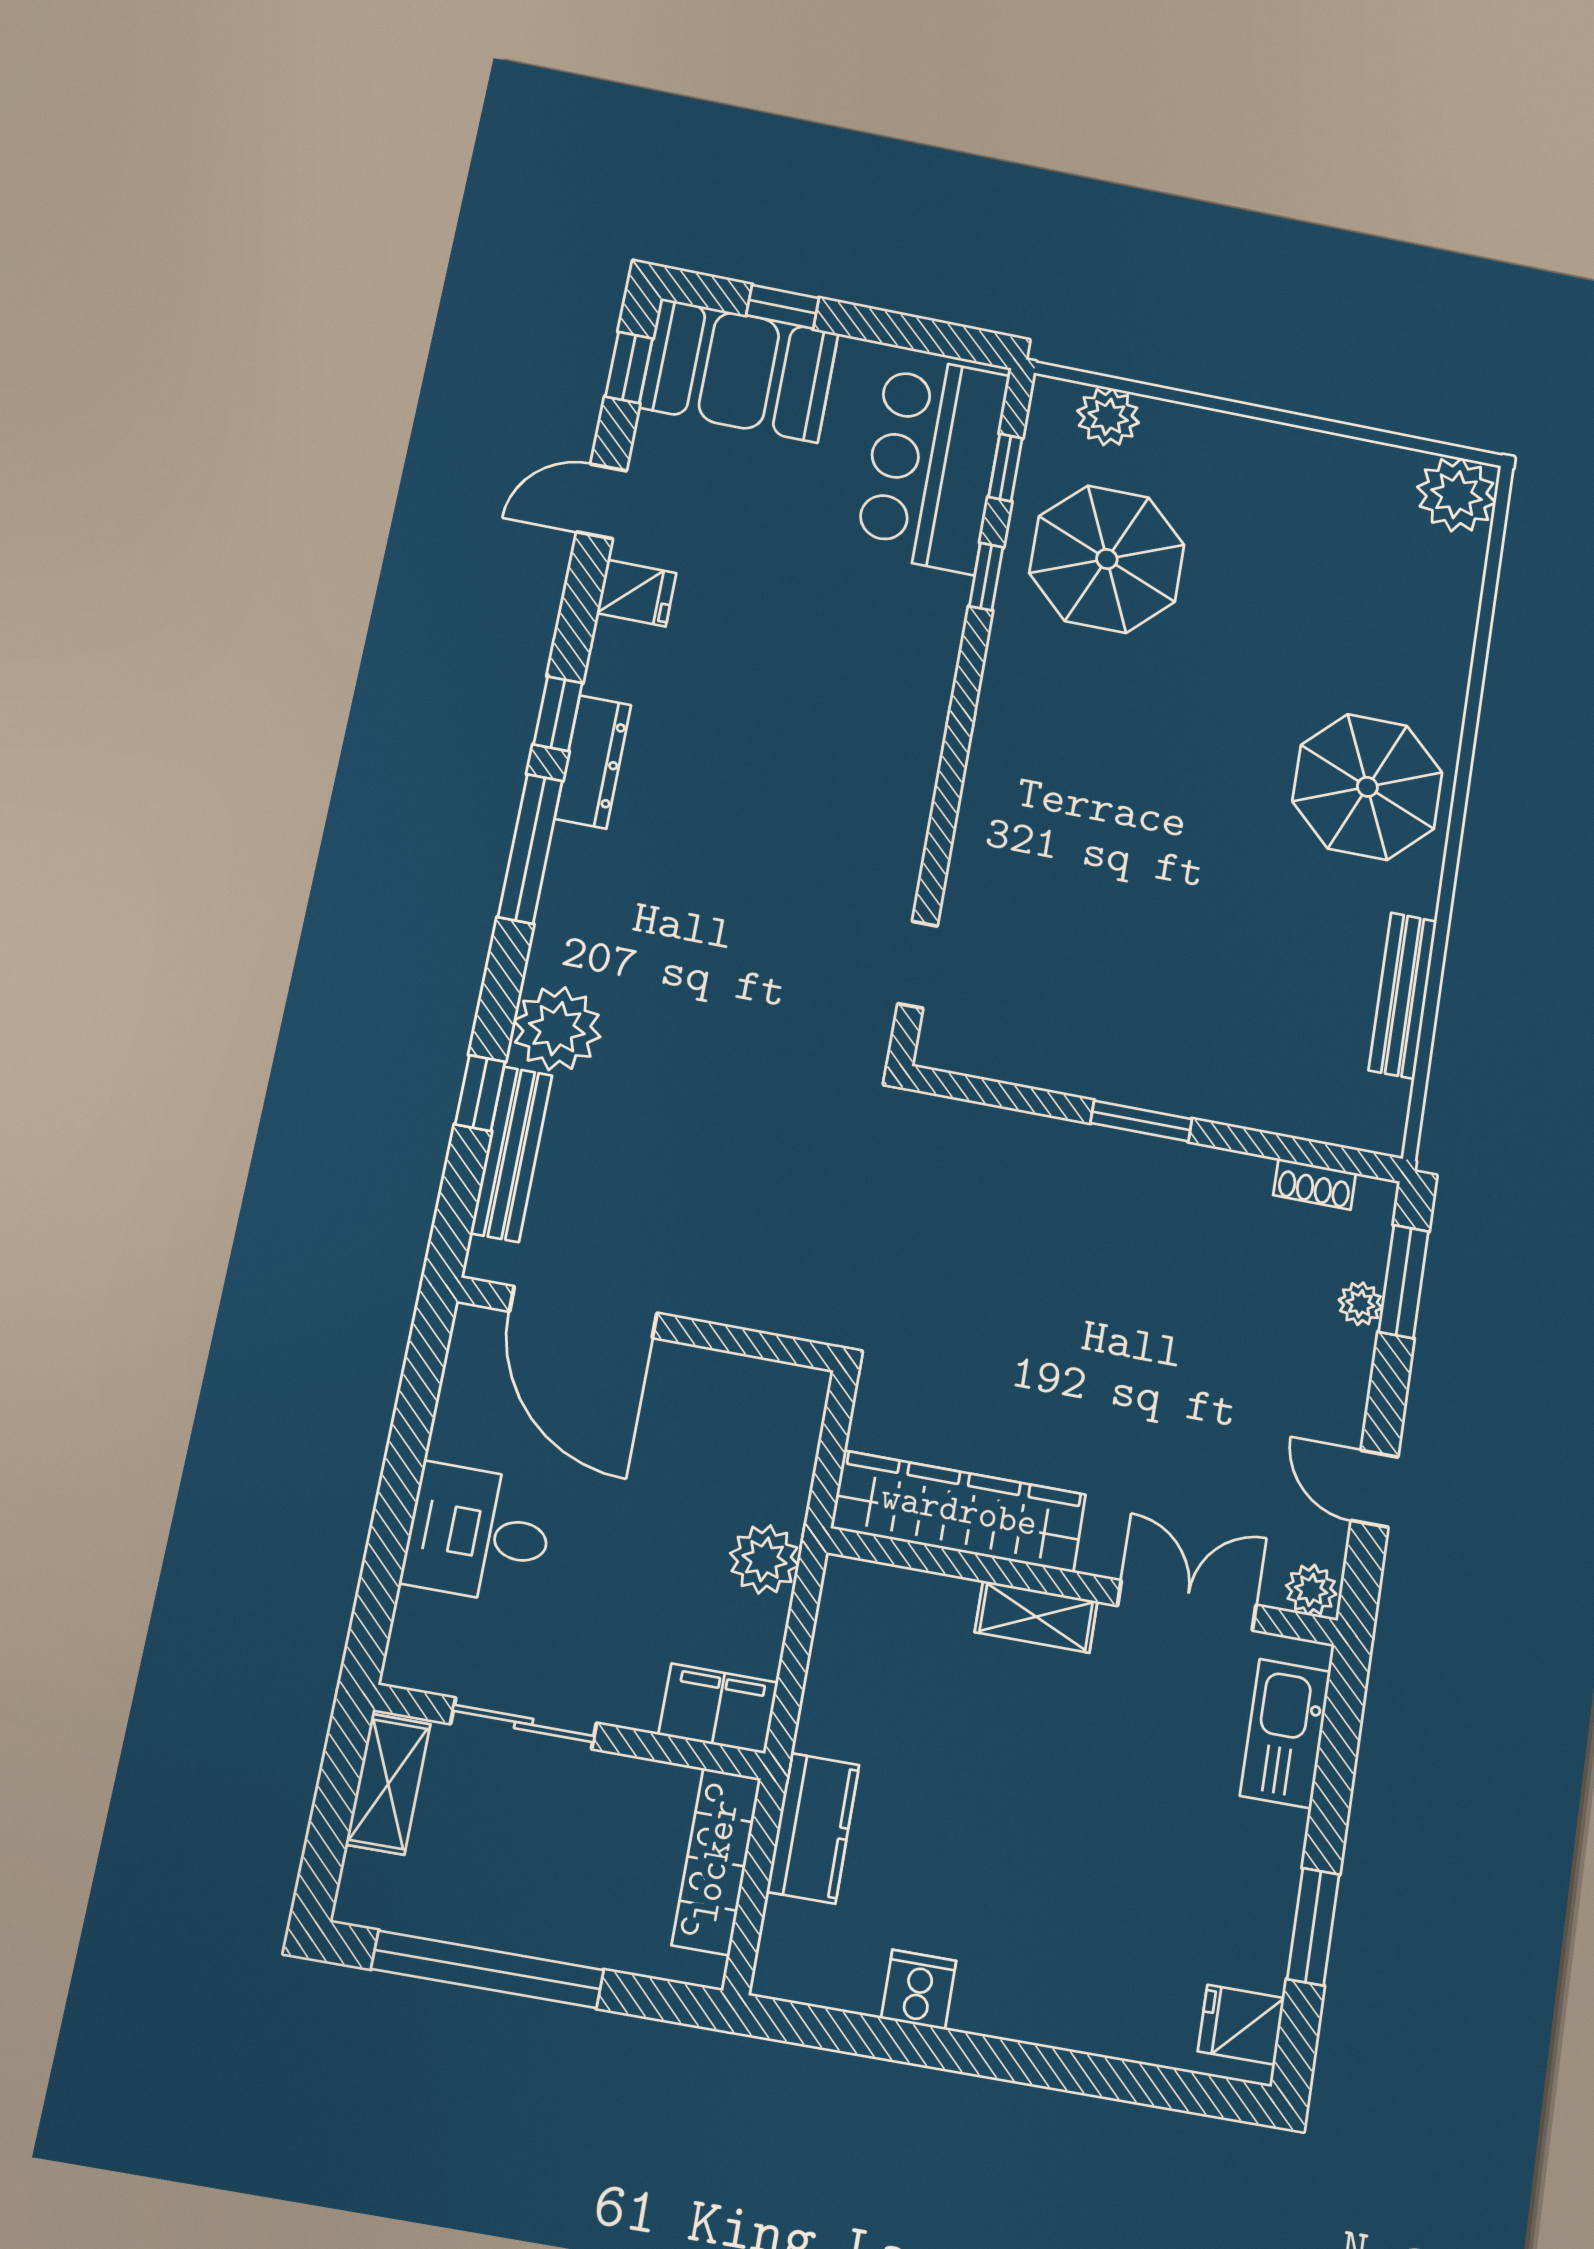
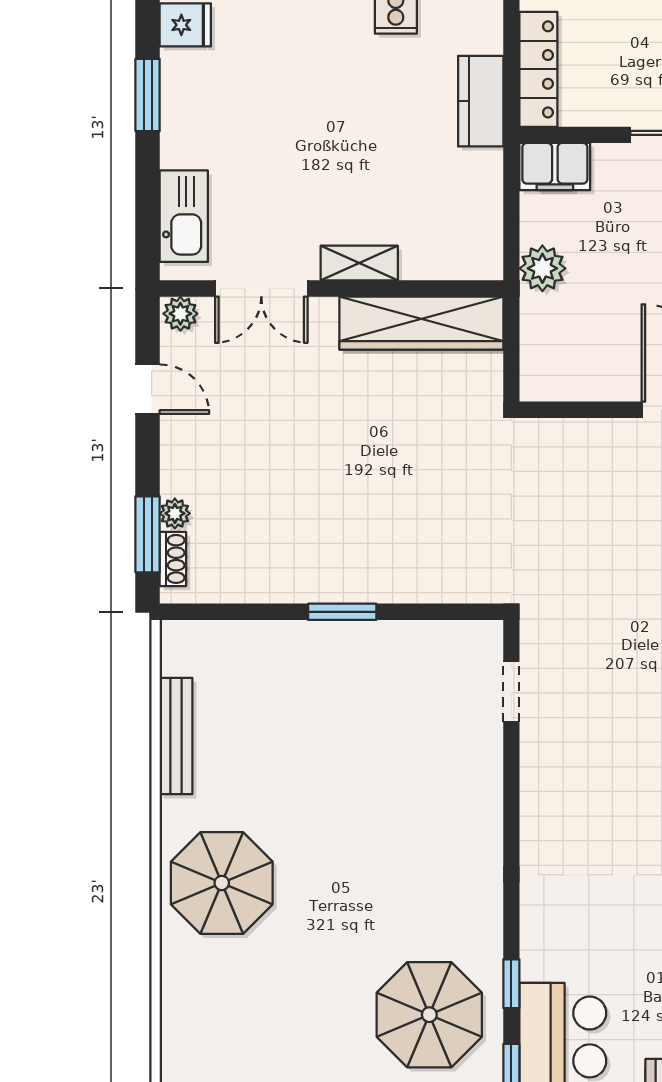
shoe rack: (1315, 1184) -> (173, 559), moved, turned 90

